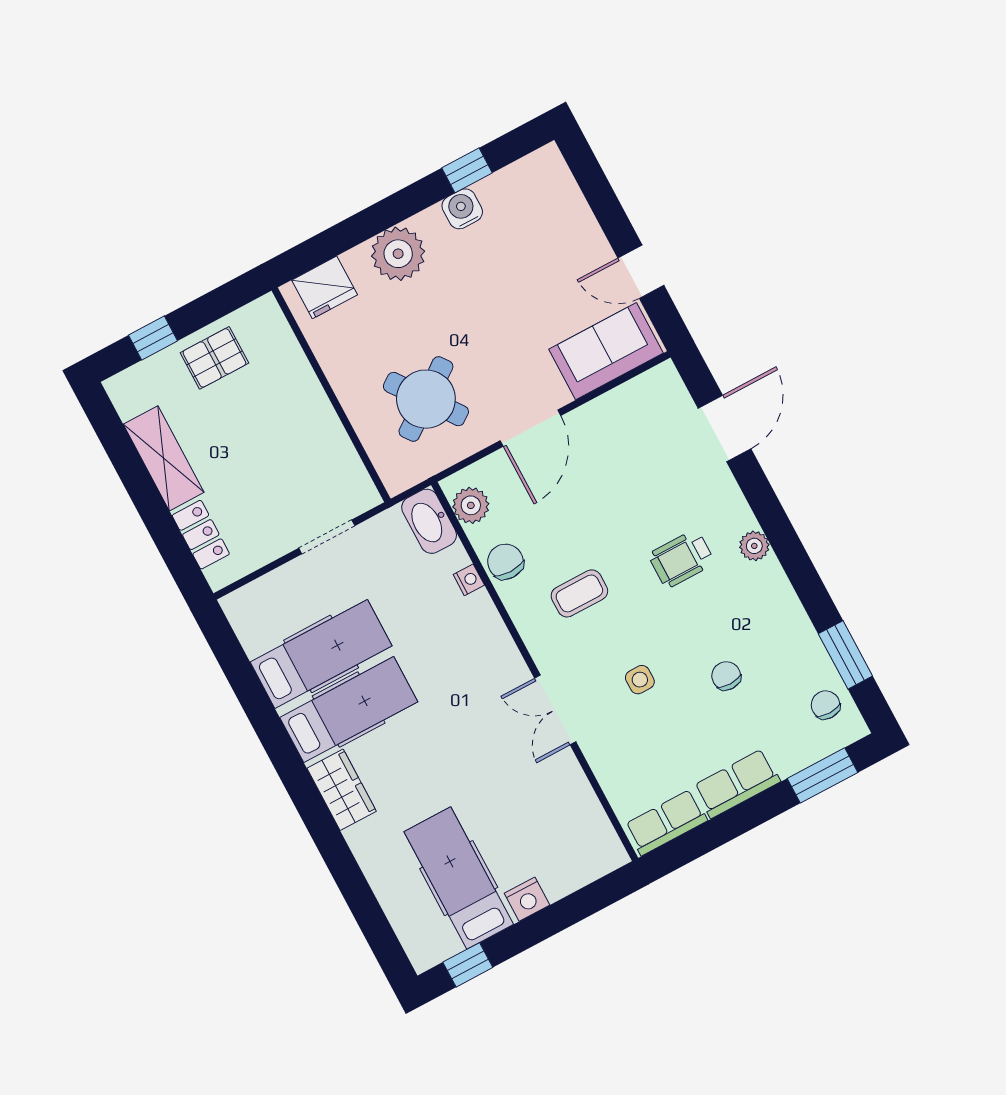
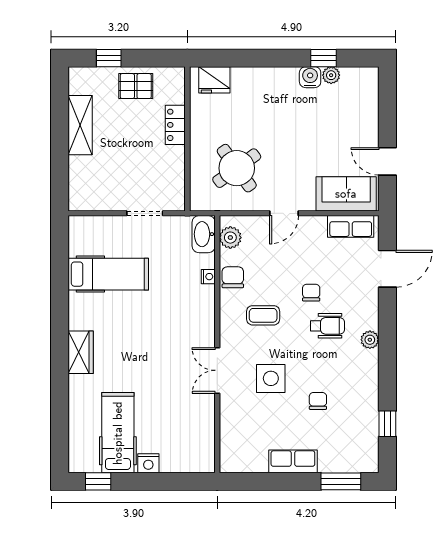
plant: (398, 254) -> (331, 75), moved, width x0.53, depth x0.53
door: (530, 428) -> (284, 213), width x0.73
locker: (201, 535) -> (175, 125), moved, turned 180
wheelchair: (682, 559) -> (327, 326), turned 180
window: (845, 655) -> (387, 424), width x0.67
side table: (640, 680) -> (271, 378), width x1.87, depth x1.87
chair: (826, 705) -> (311, 293), moved
hospital bed: (349, 710) -> (107, 312), removed
row of seats: (666, 822) -> (351, 226), moved, turned 180

